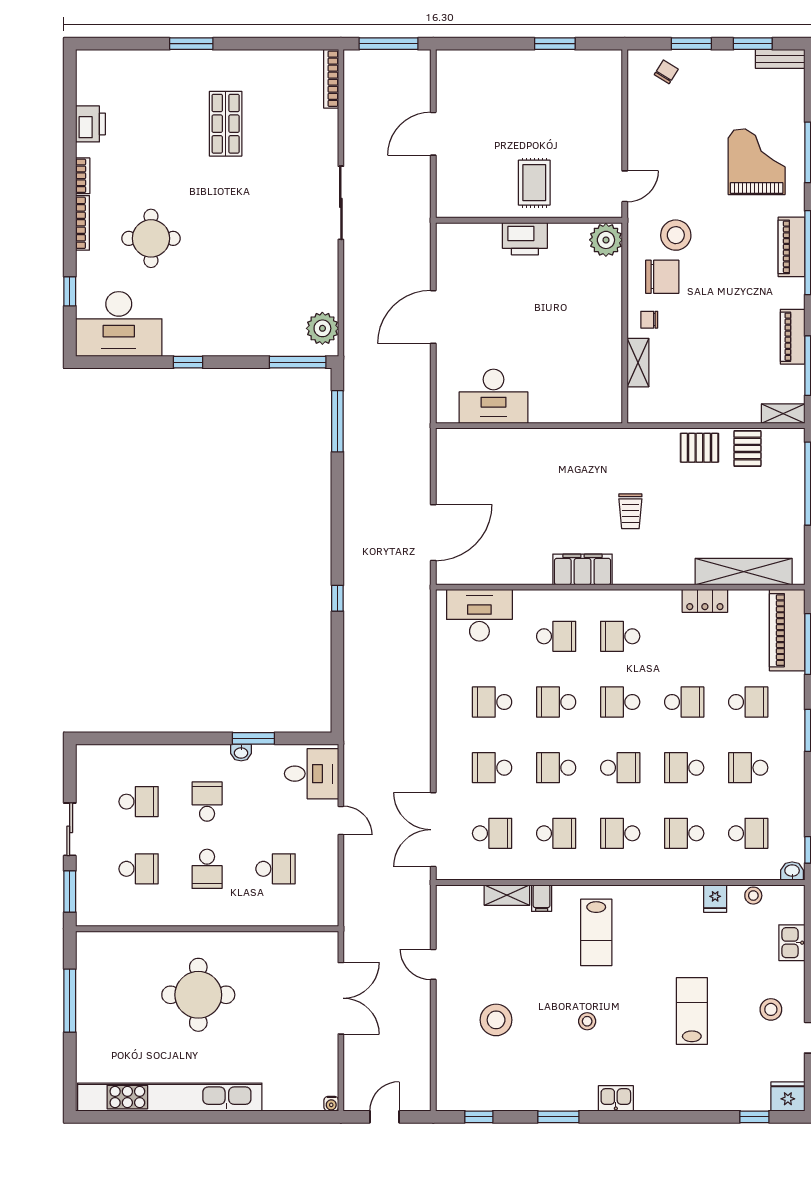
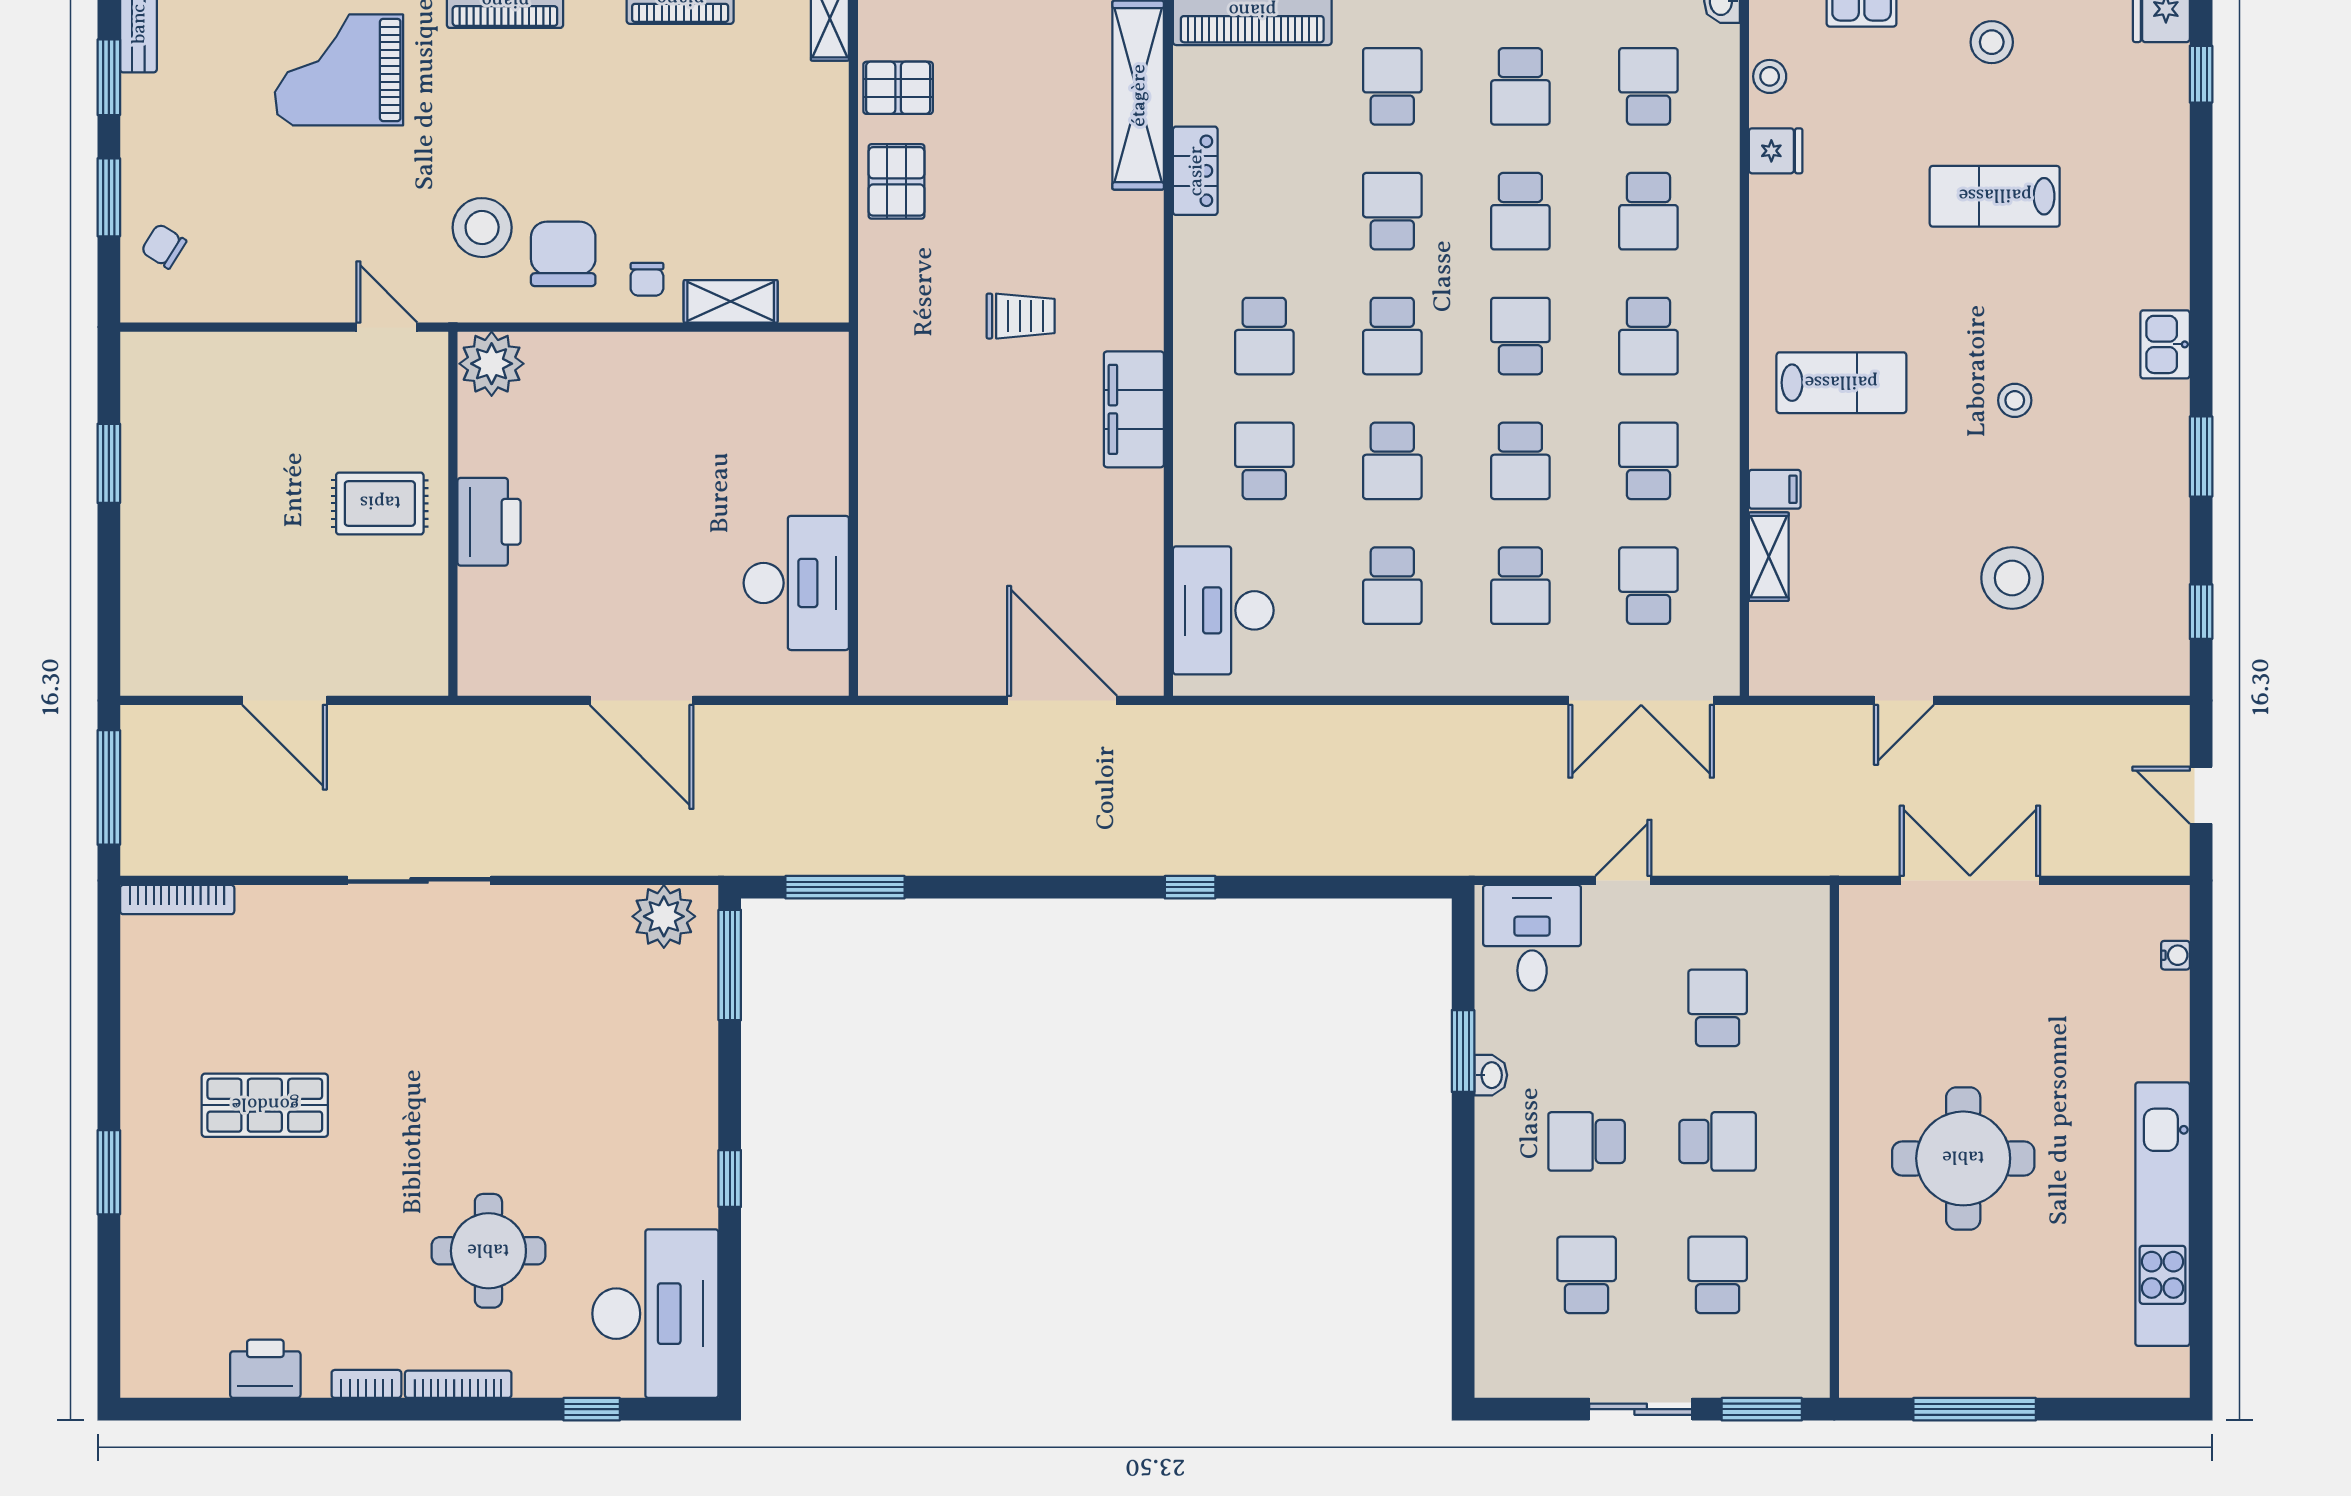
kitchen unit: (170, 1097) -> (2163, 1214), width x0.73
water cooler: (331, 1104) -> (2175, 955), moved

